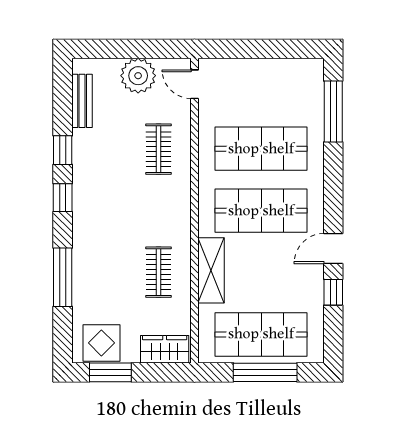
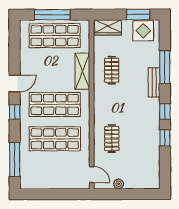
plant: (138, 76) -> (119, 184), width x0.53, depth x0.53
bench: (82, 101) -> (154, 82), moved
window: (333, 292) -> (15, 112), moved

